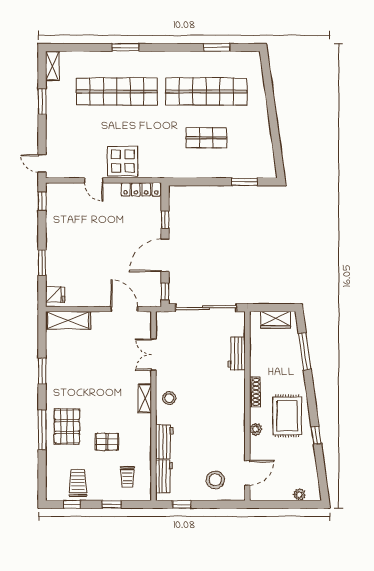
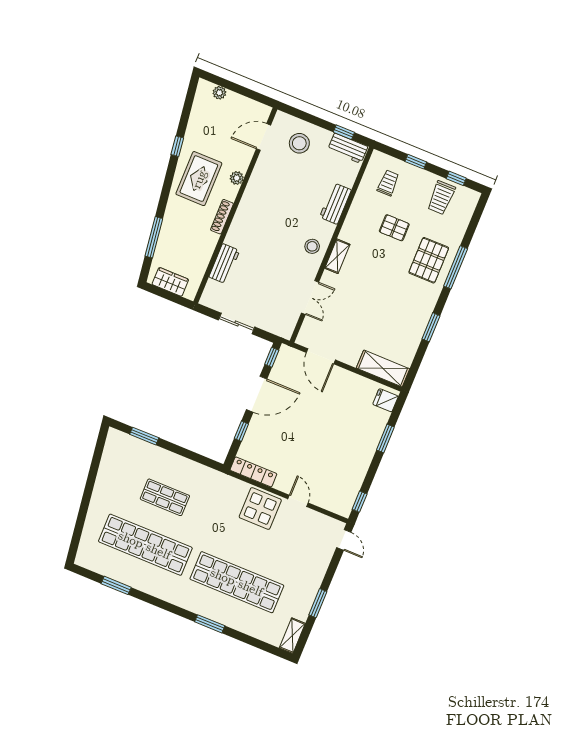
sliding door: (206, 308) -> (237, 323), width x0.54
workbench: (164, 476) -> (348, 148), moved, turned -90

